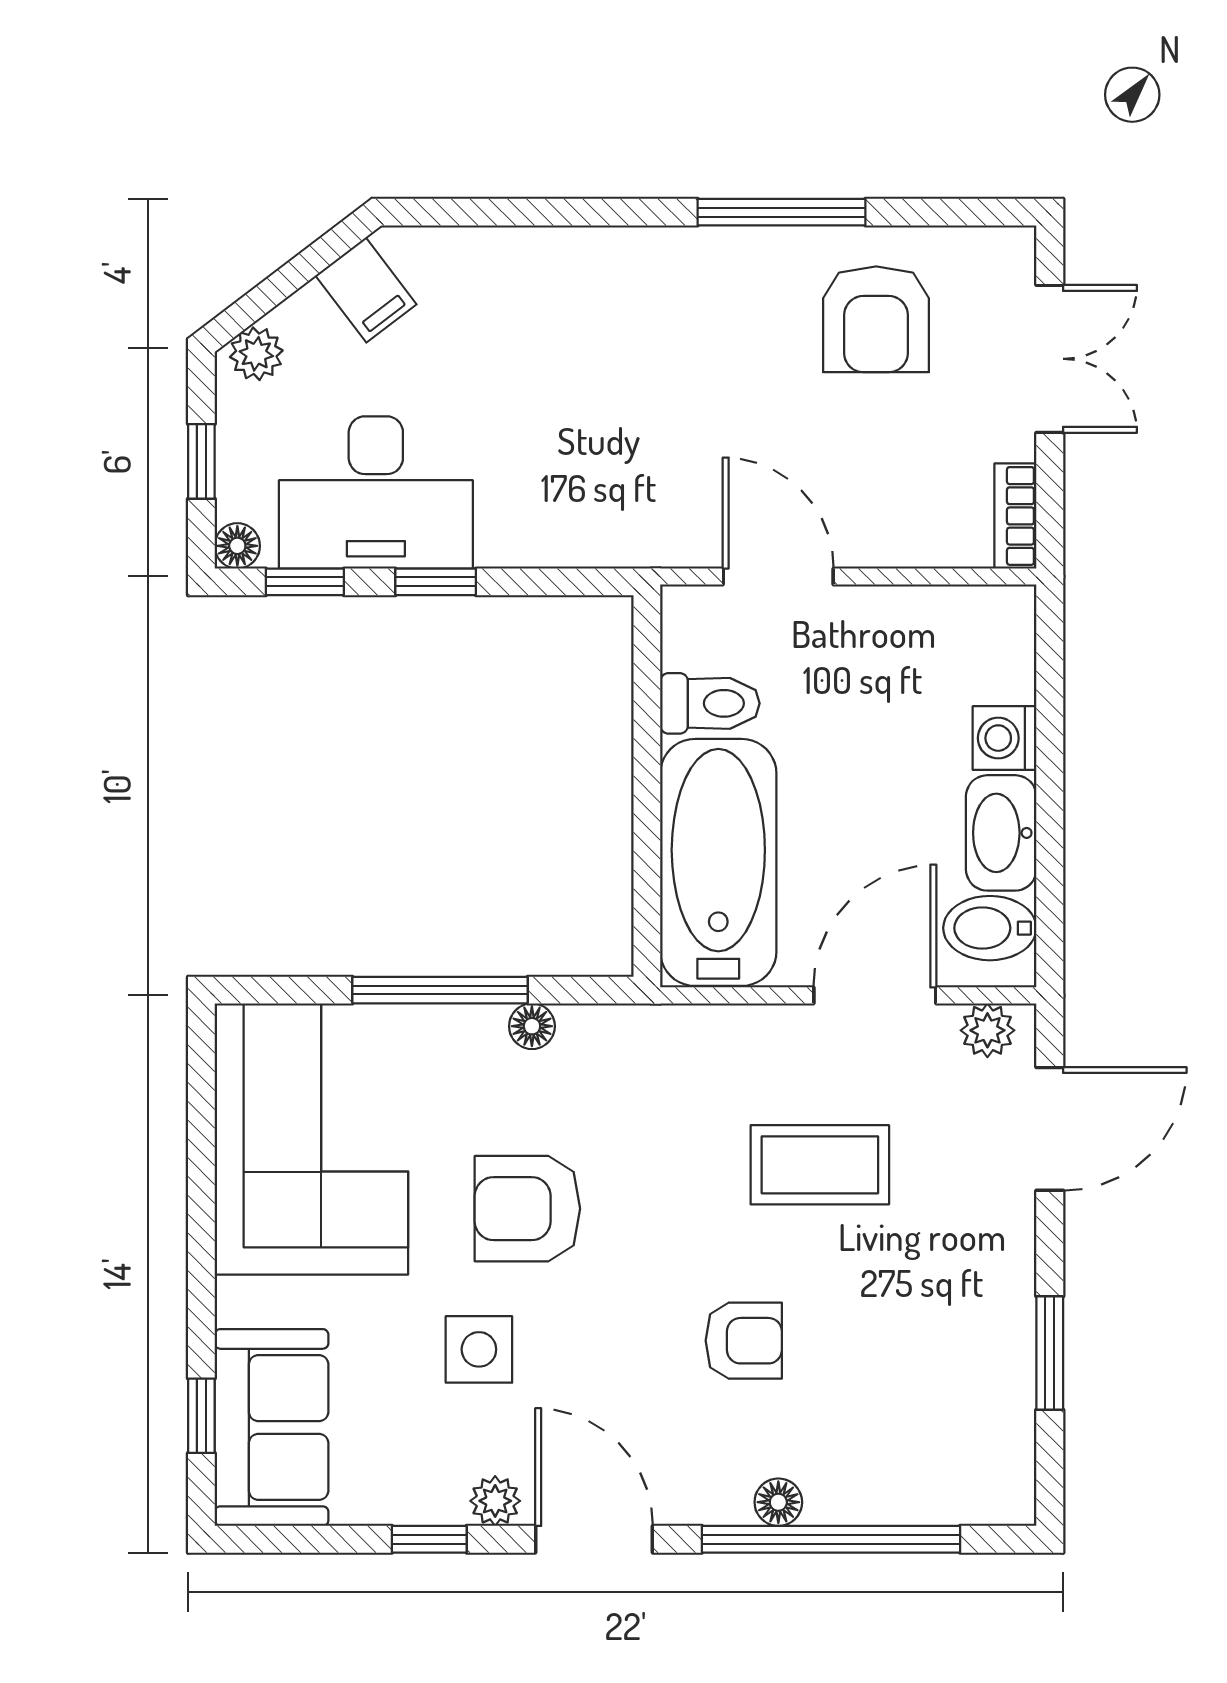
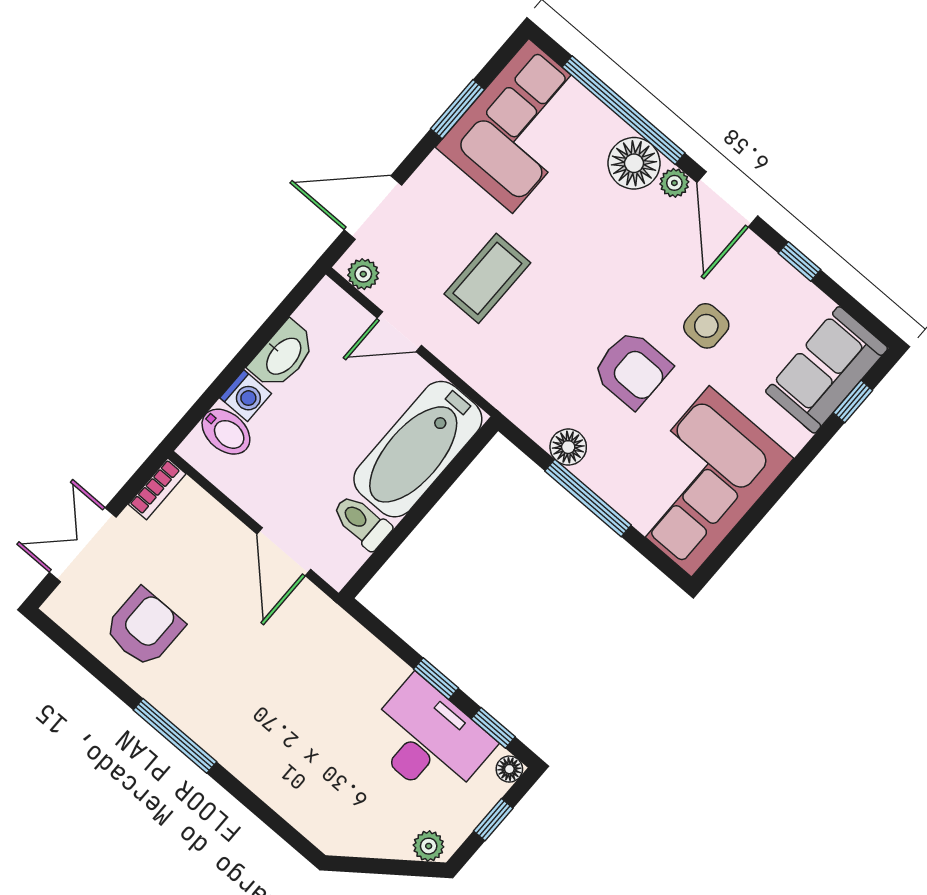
window: (781, 212) -> (175, 736), moved
filing cabinet: (366, 290) -> (357, 833), removed
bidet: (990, 928) -> (226, 432), moved
door: (875, 995) -> (399, 332), width x0.73
floor lamp: (532, 1026) -> (568, 447), width x1.37, depth x1.37
coffee table: (820, 1165) -> (487, 278), turned 90
armchair: (744, 1341) -> (587, 230), removed
corner sofa: (948, 1402) -> (521, 126), added
plant: (495, 1501) -> (674, 183), moved
floor lamp: (778, 1502) -> (634, 163), width x1.89, depth x1.89

